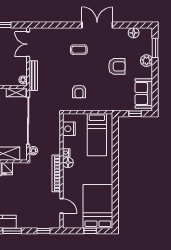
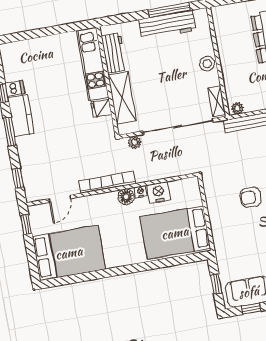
armchair: (79, 91) -> (251, 197), moved
window: (155, 94) -> (251, 309), added
nightstand: (69, 129) -> (159, 192), moved
bed: (97, 135) -> (175, 233), width x1.50
window: (90, 231) -> (26, 225), moved

